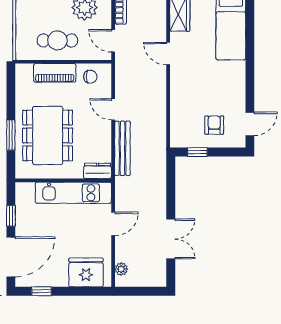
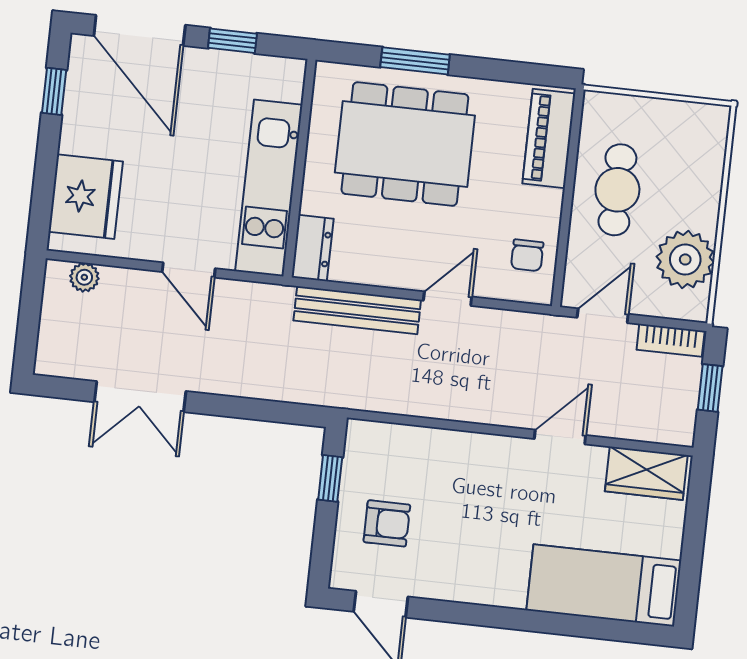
piano: (55, 73) -> (549, 138), moved

